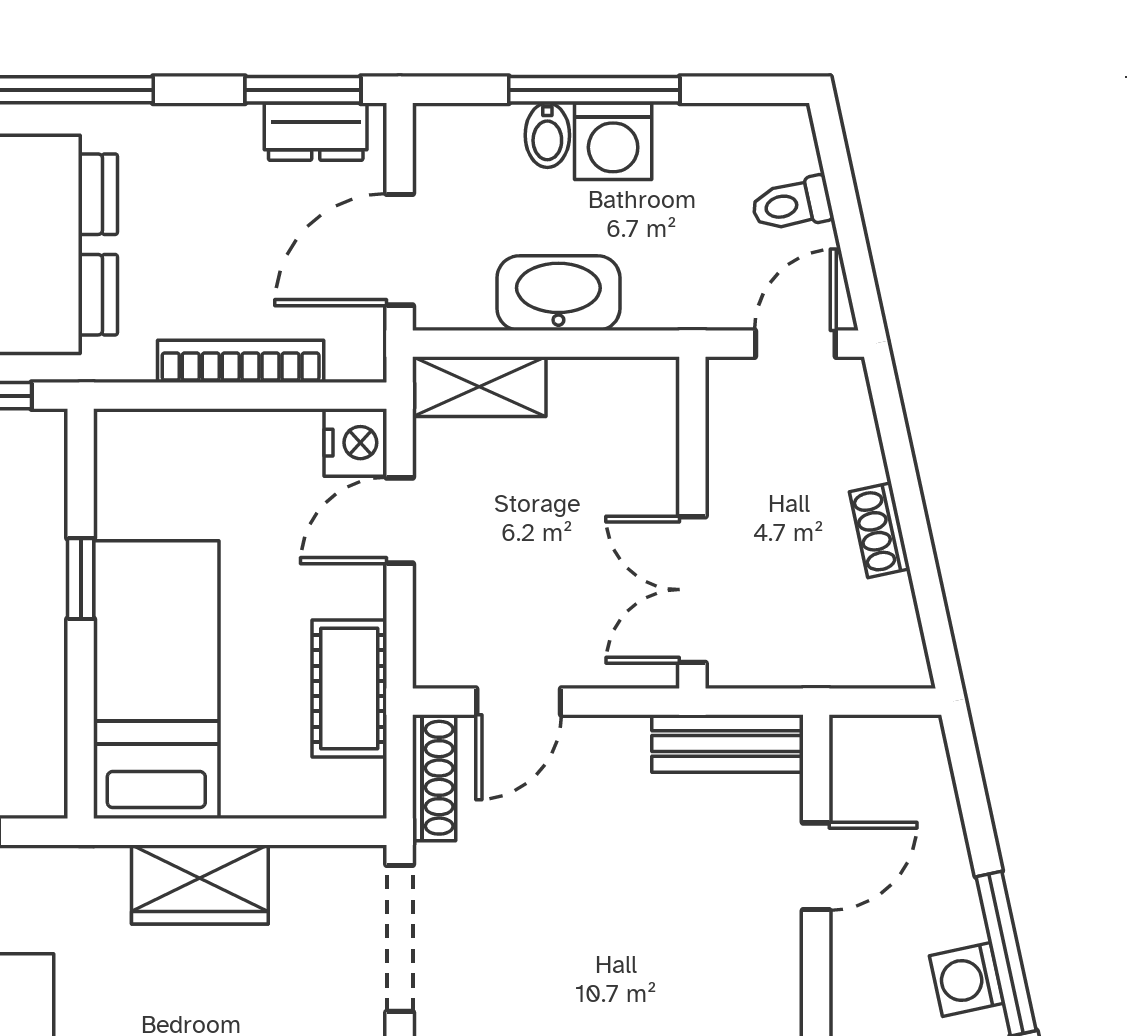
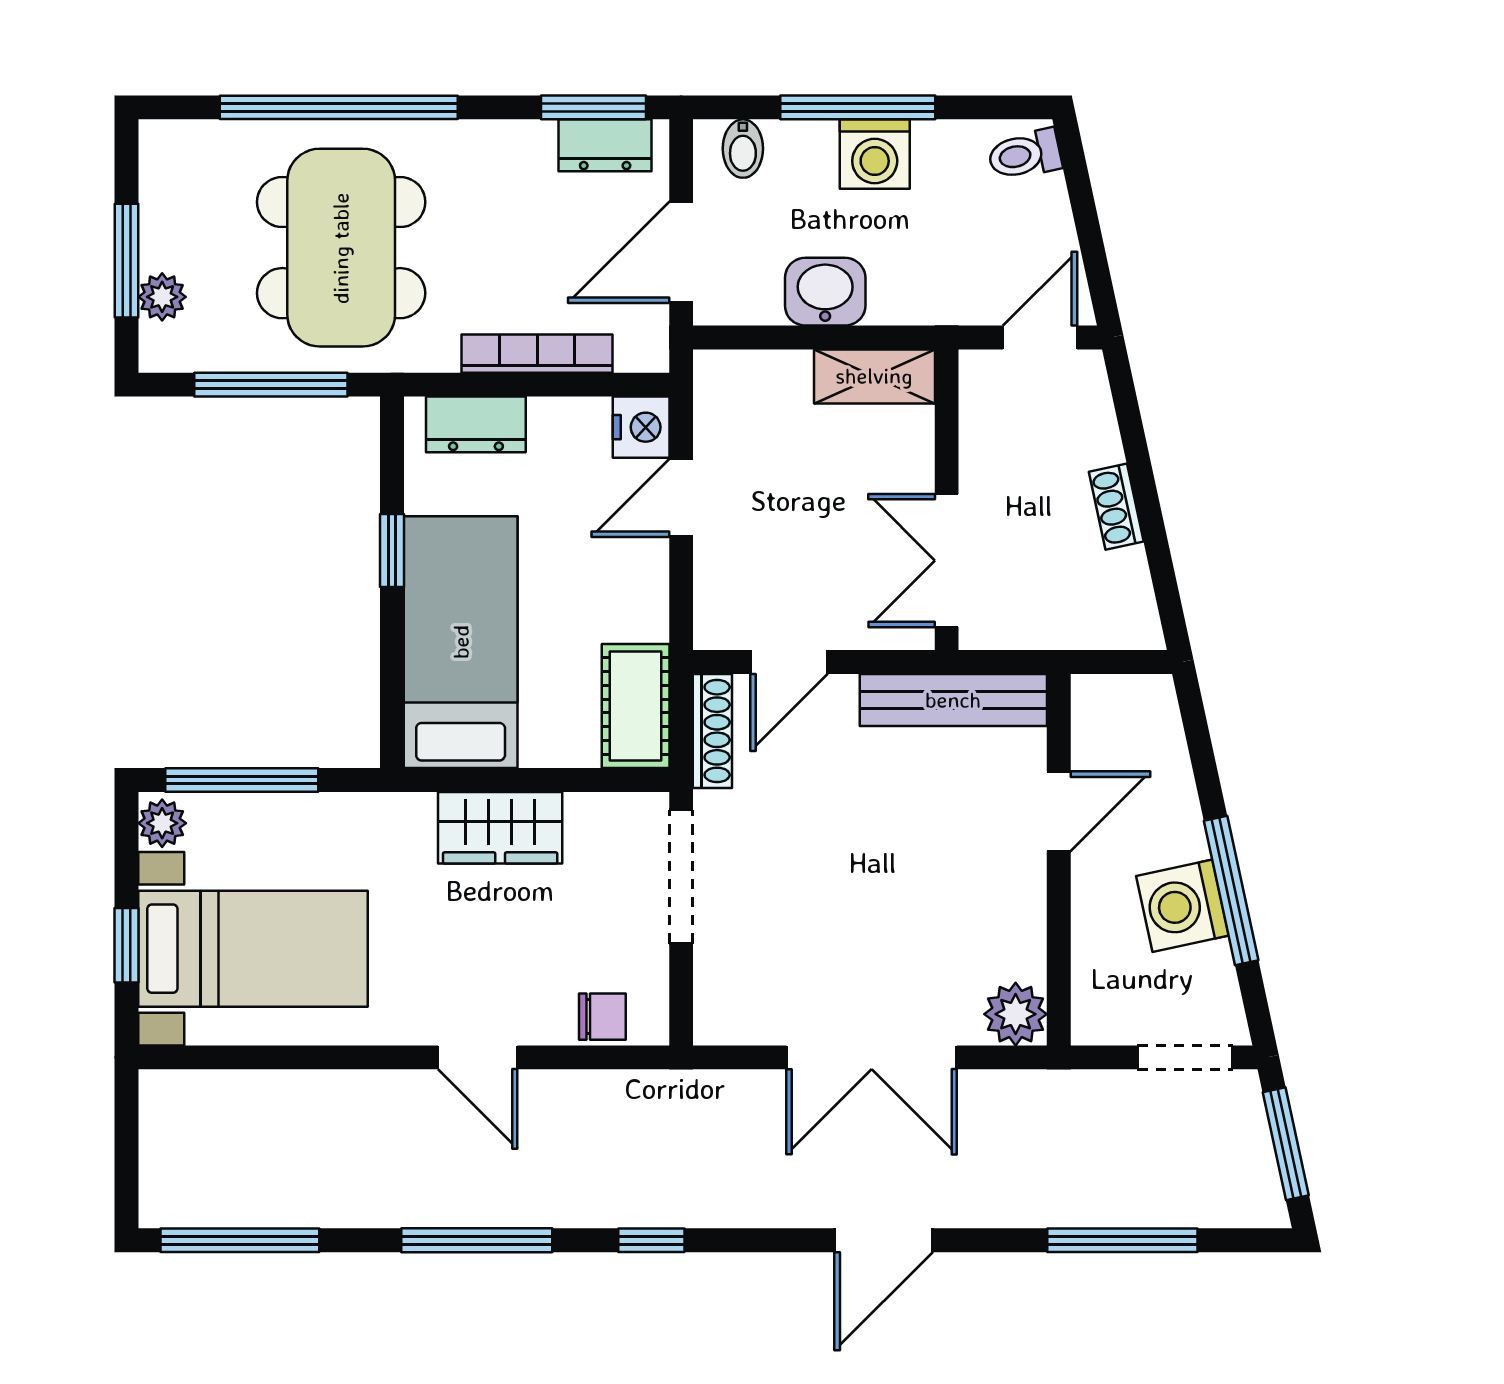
bidet: (547, 135) -> (743, 149), moved
toilet: (792, 204) -> (1025, 155), moved
washbasin: (558, 293) -> (825, 292), width x0.72
shelving: (479, 387) -> (874, 376), moved
dresser: (173, 440) -> (476, 424), added
cot: (349, 688) -> (636, 706), moved
bench: (727, 743) -> (953, 700), width x1.36
washing machine: (967, 979) -> (1182, 906), width x1.38, depth x1.38

